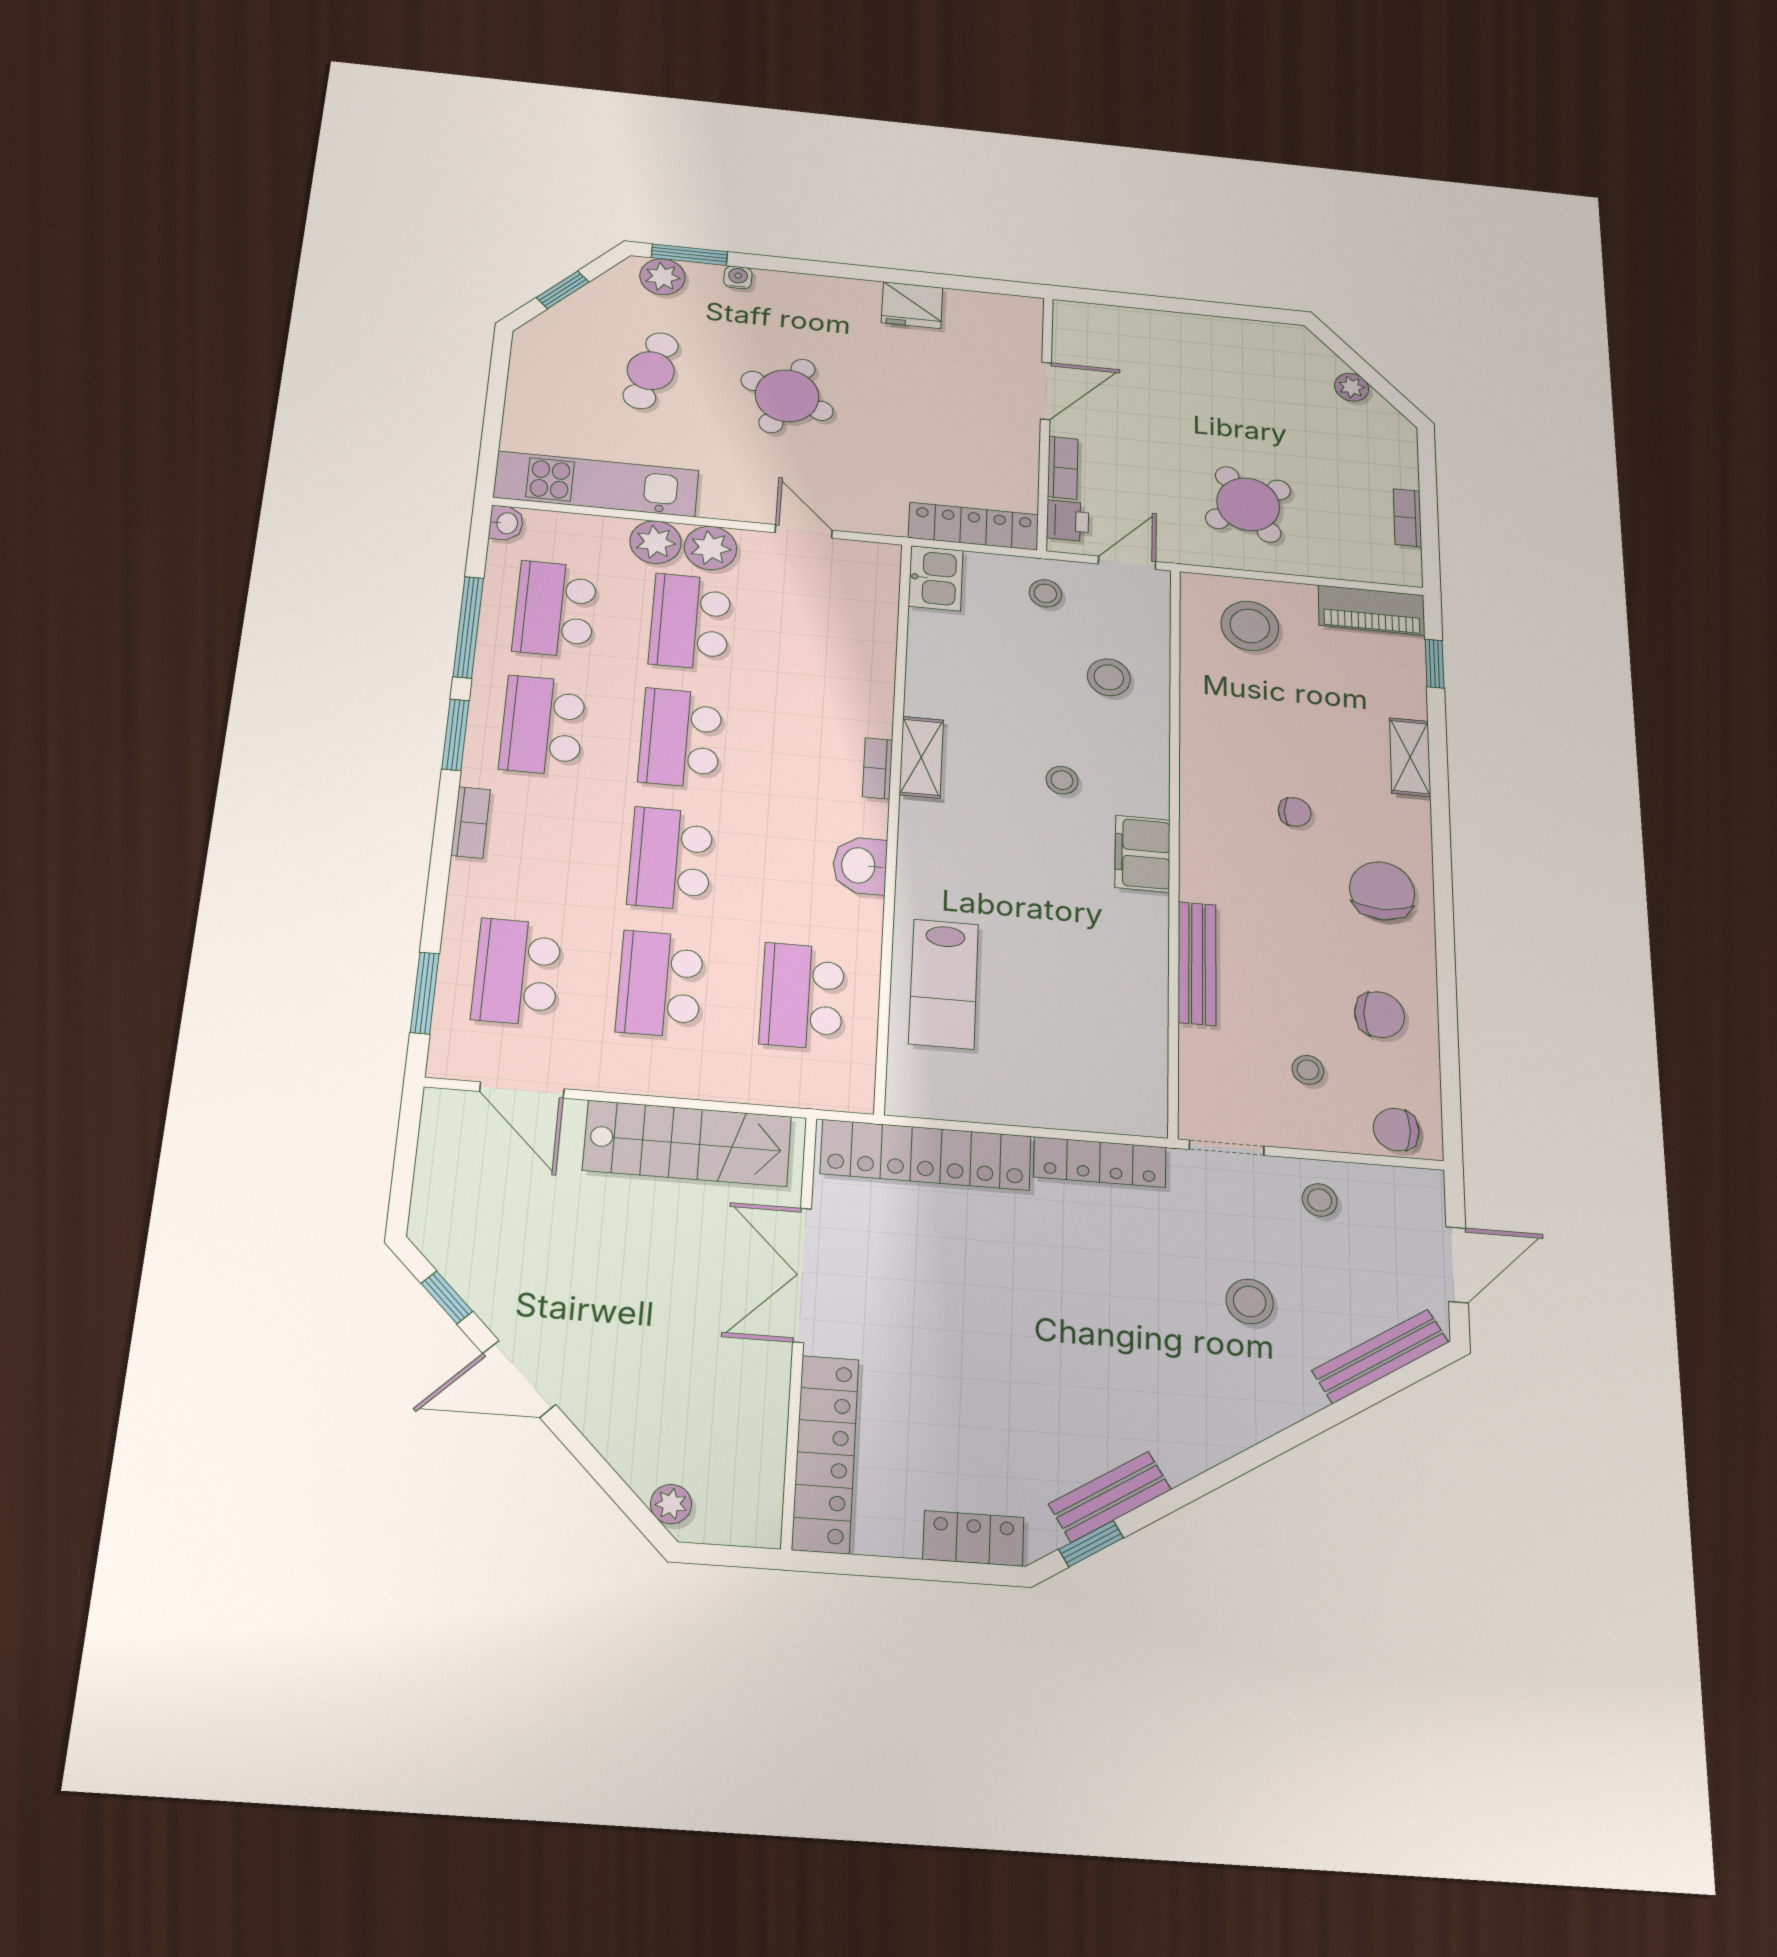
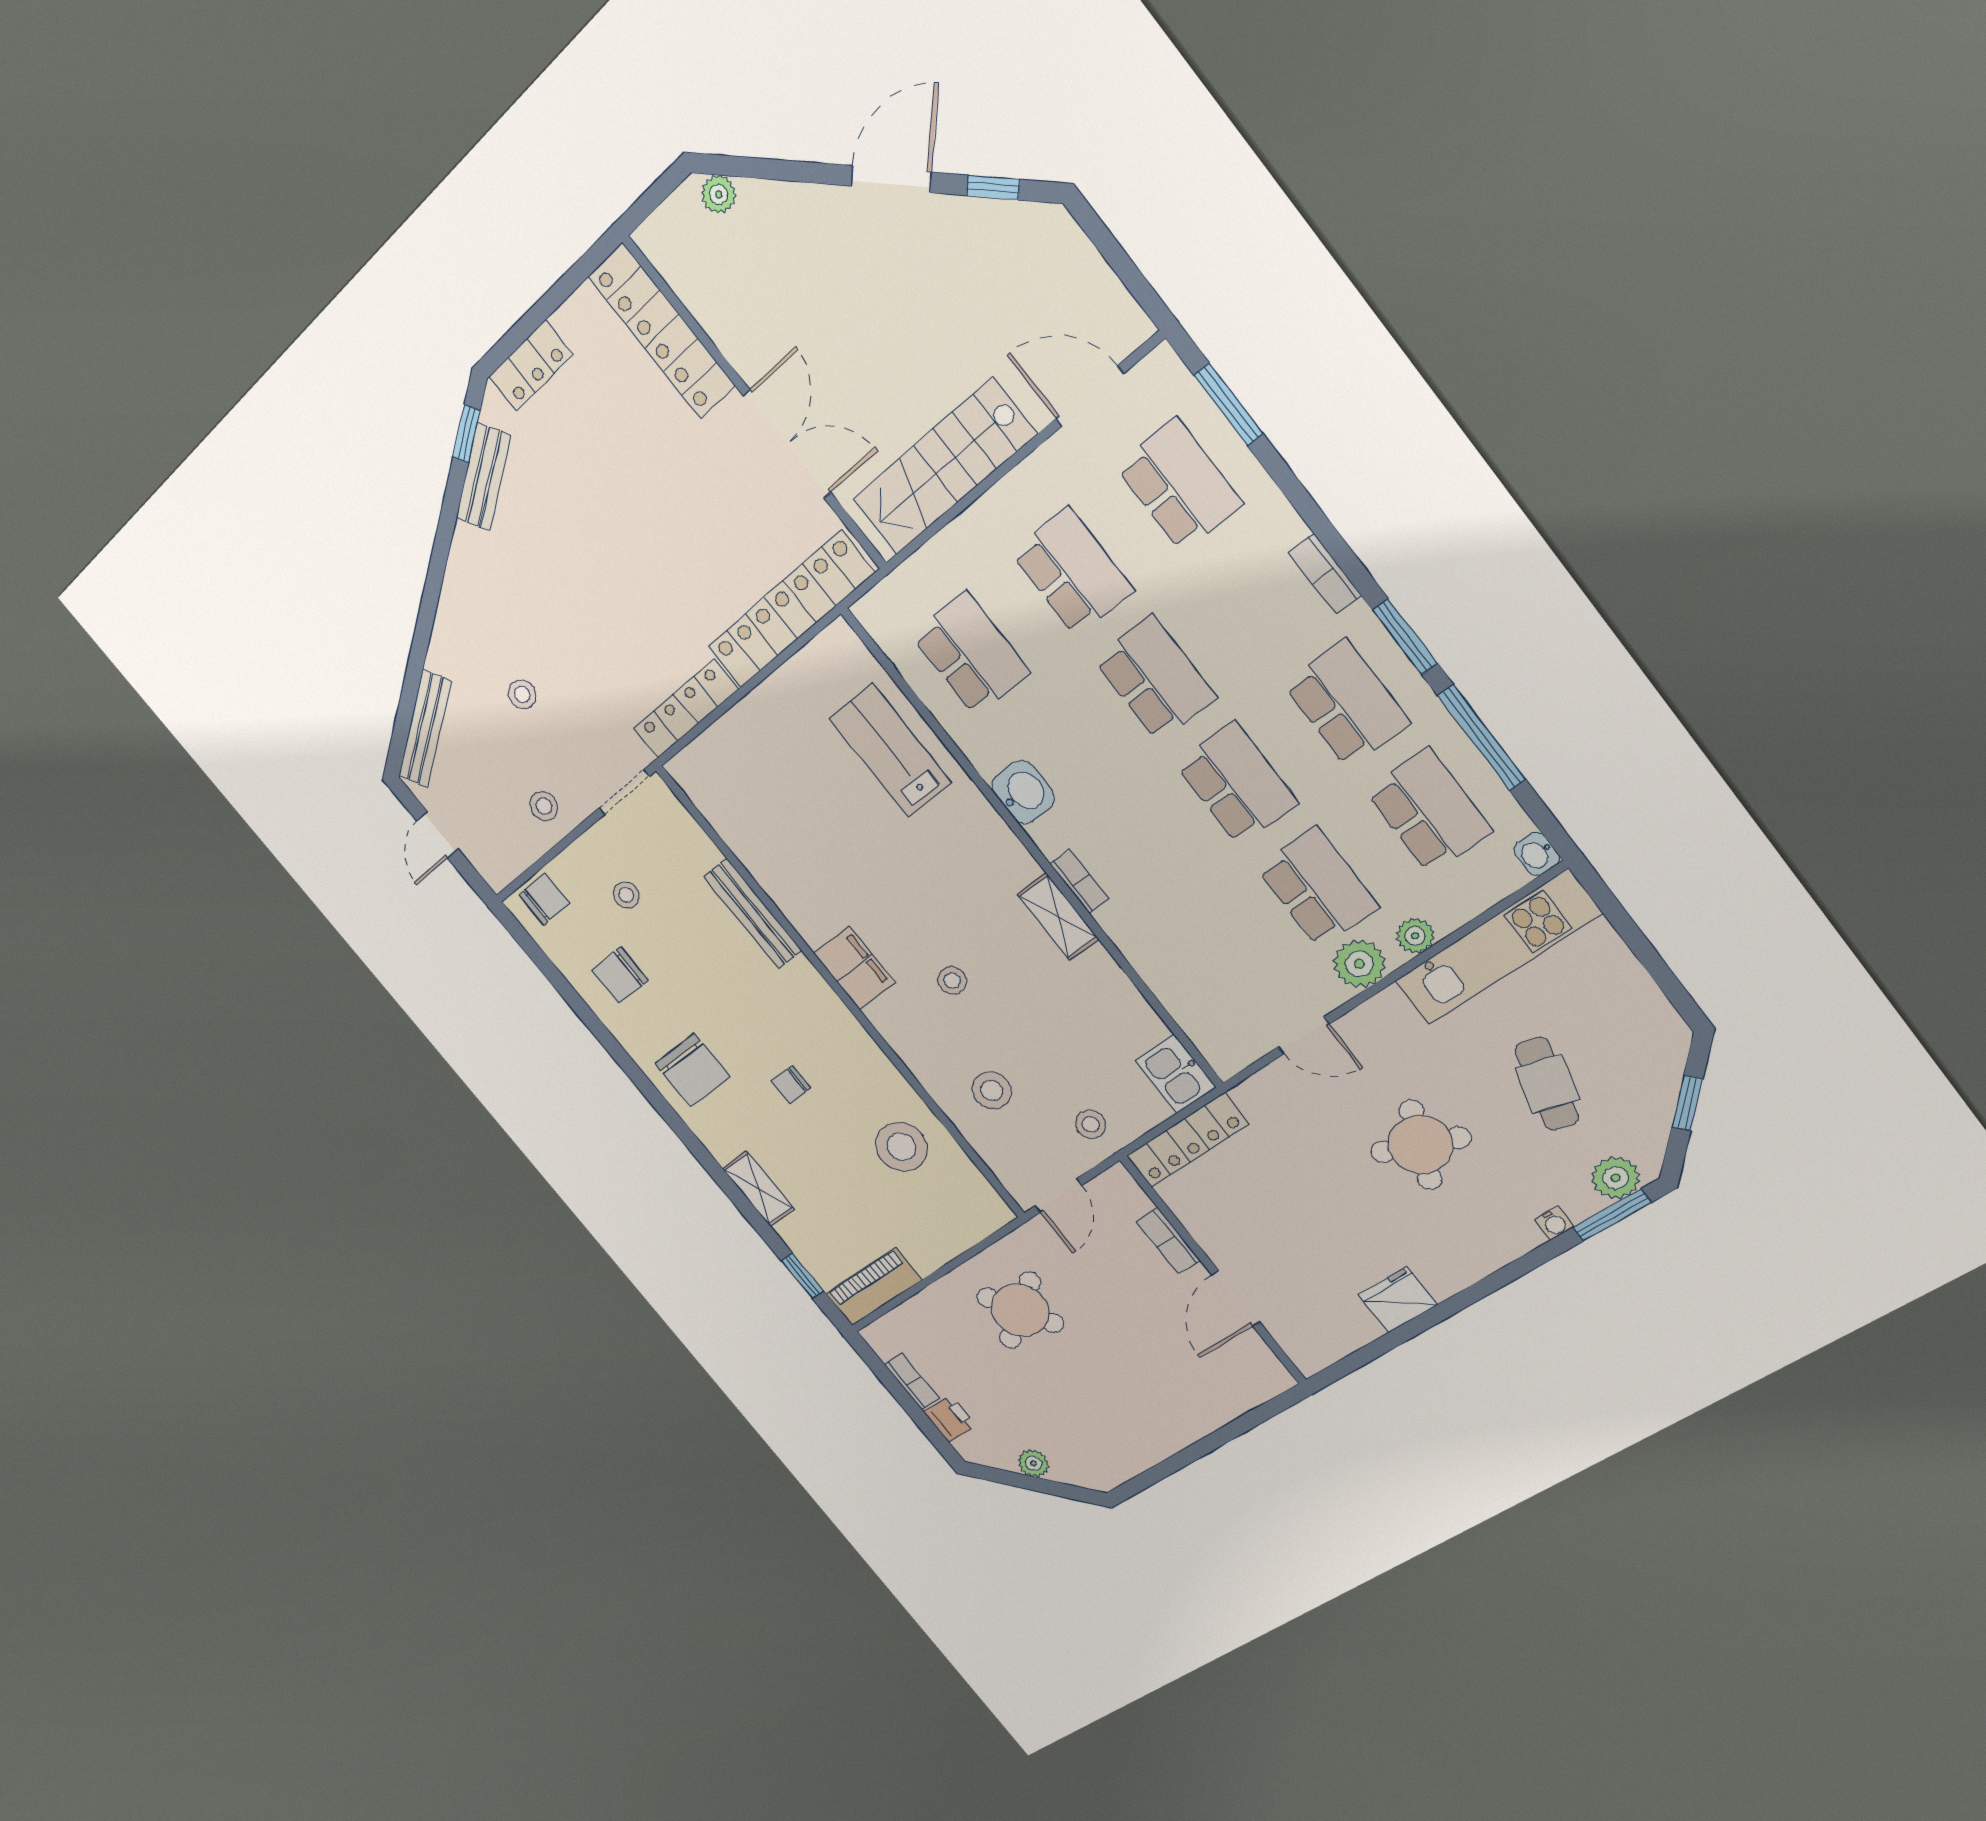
printer: (1068, 521) -> (950, 1419), moved, turned 180
plant: (656, 542) -> (1415, 936), width x0.73, depth x0.73
stool: (1250, 626) -> (901, 1147), moved
door: (1457, 1265) -> (437, 835), width x0.73
stool: (1250, 1301) -> (522, 694), width x0.73, depth x0.73

